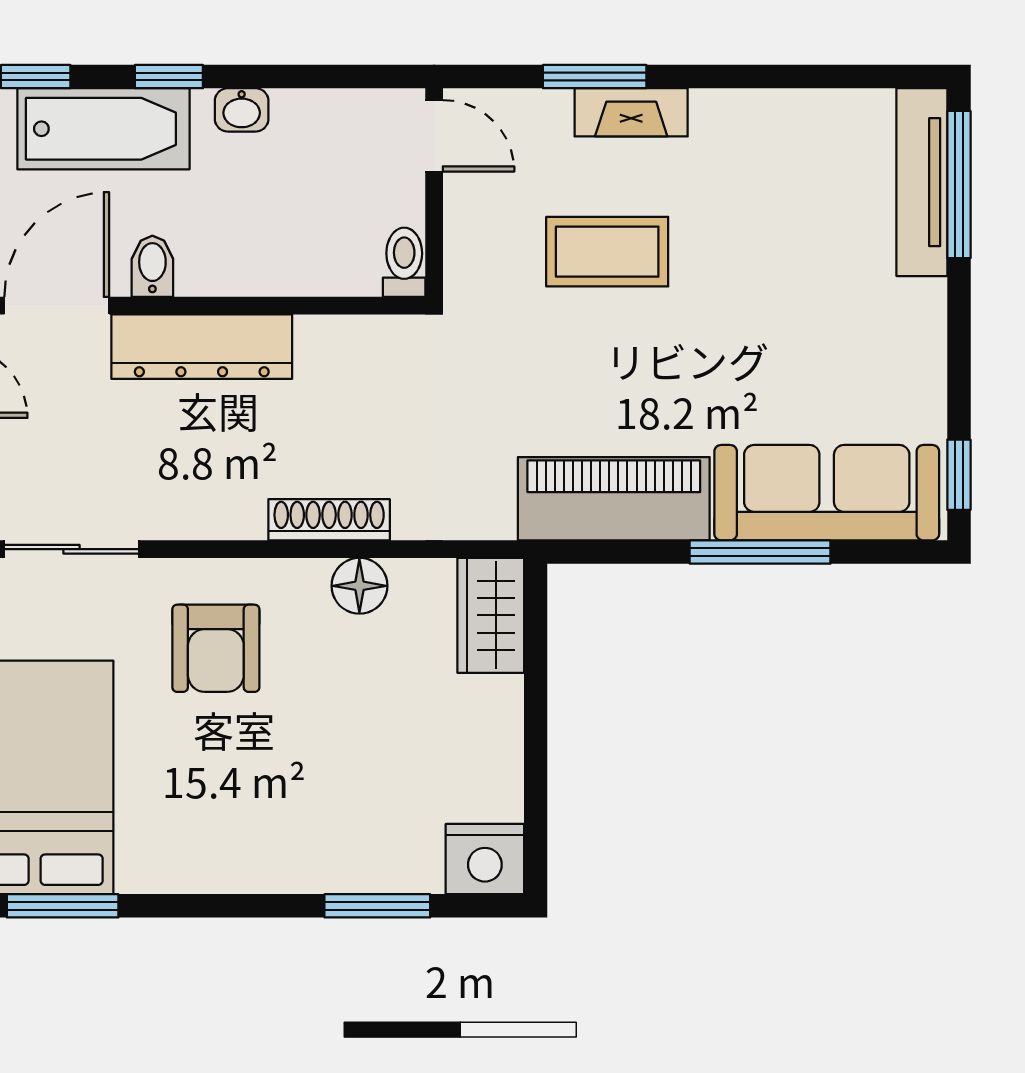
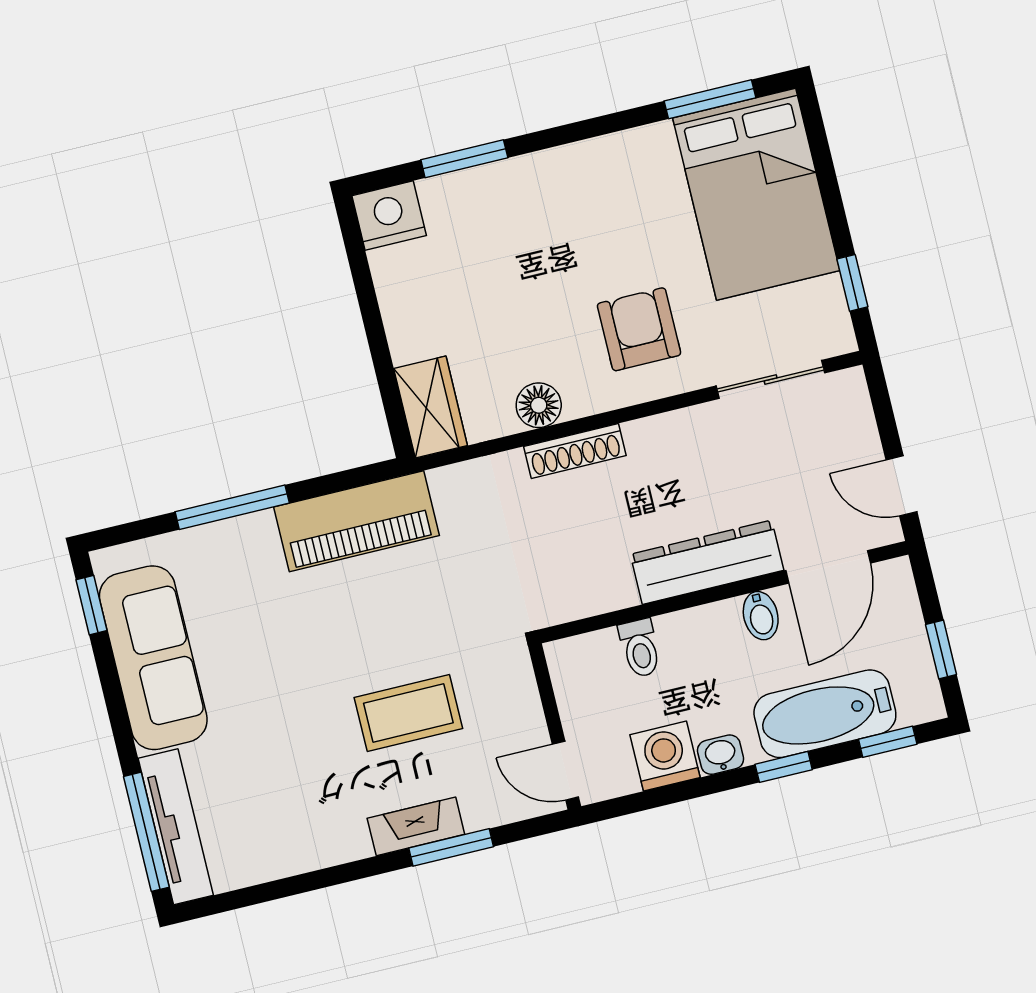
washing machine: (309, 124) -> (665, 756), added
toilet: (404, 262) -> (640, 648), moved
sofa: (827, 493) -> (153, 658), moved, turned -90

